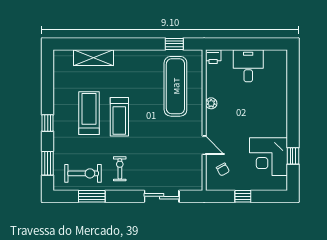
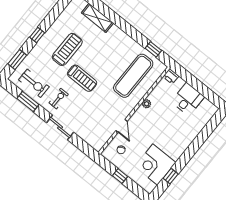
treadmill: (119, 117) -> (82, 78), moved, turned -90
sliding door: (162, 196) -> (60, 128), moved

